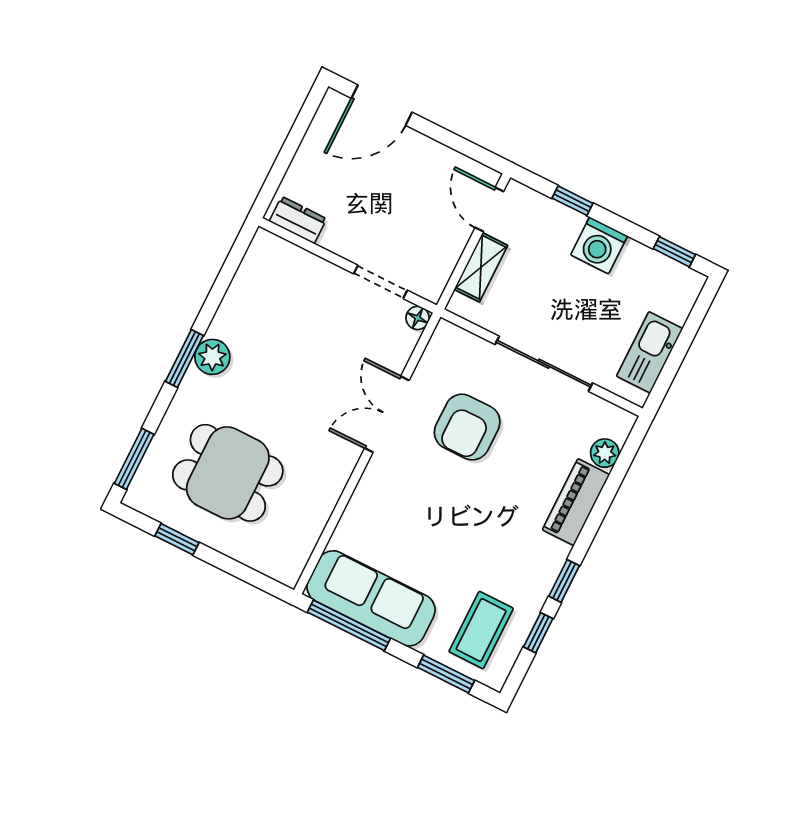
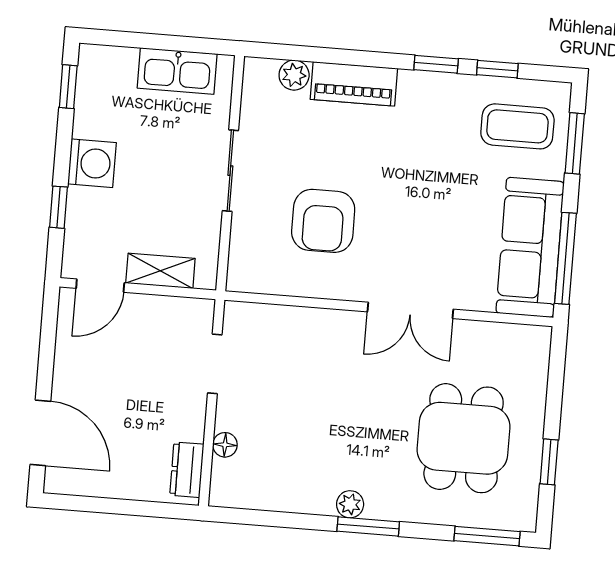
floor lamp: (418, 318) -> (225, 445), moved
plant: (212, 357) -> (350, 504), width x0.73, depth x0.73
sliding door: (544, 364) -> (230, 171), width x0.73
double door: (387, 414) -> (410, 310), moved
armchair: (467, 427) -> (323, 221), turned 90

